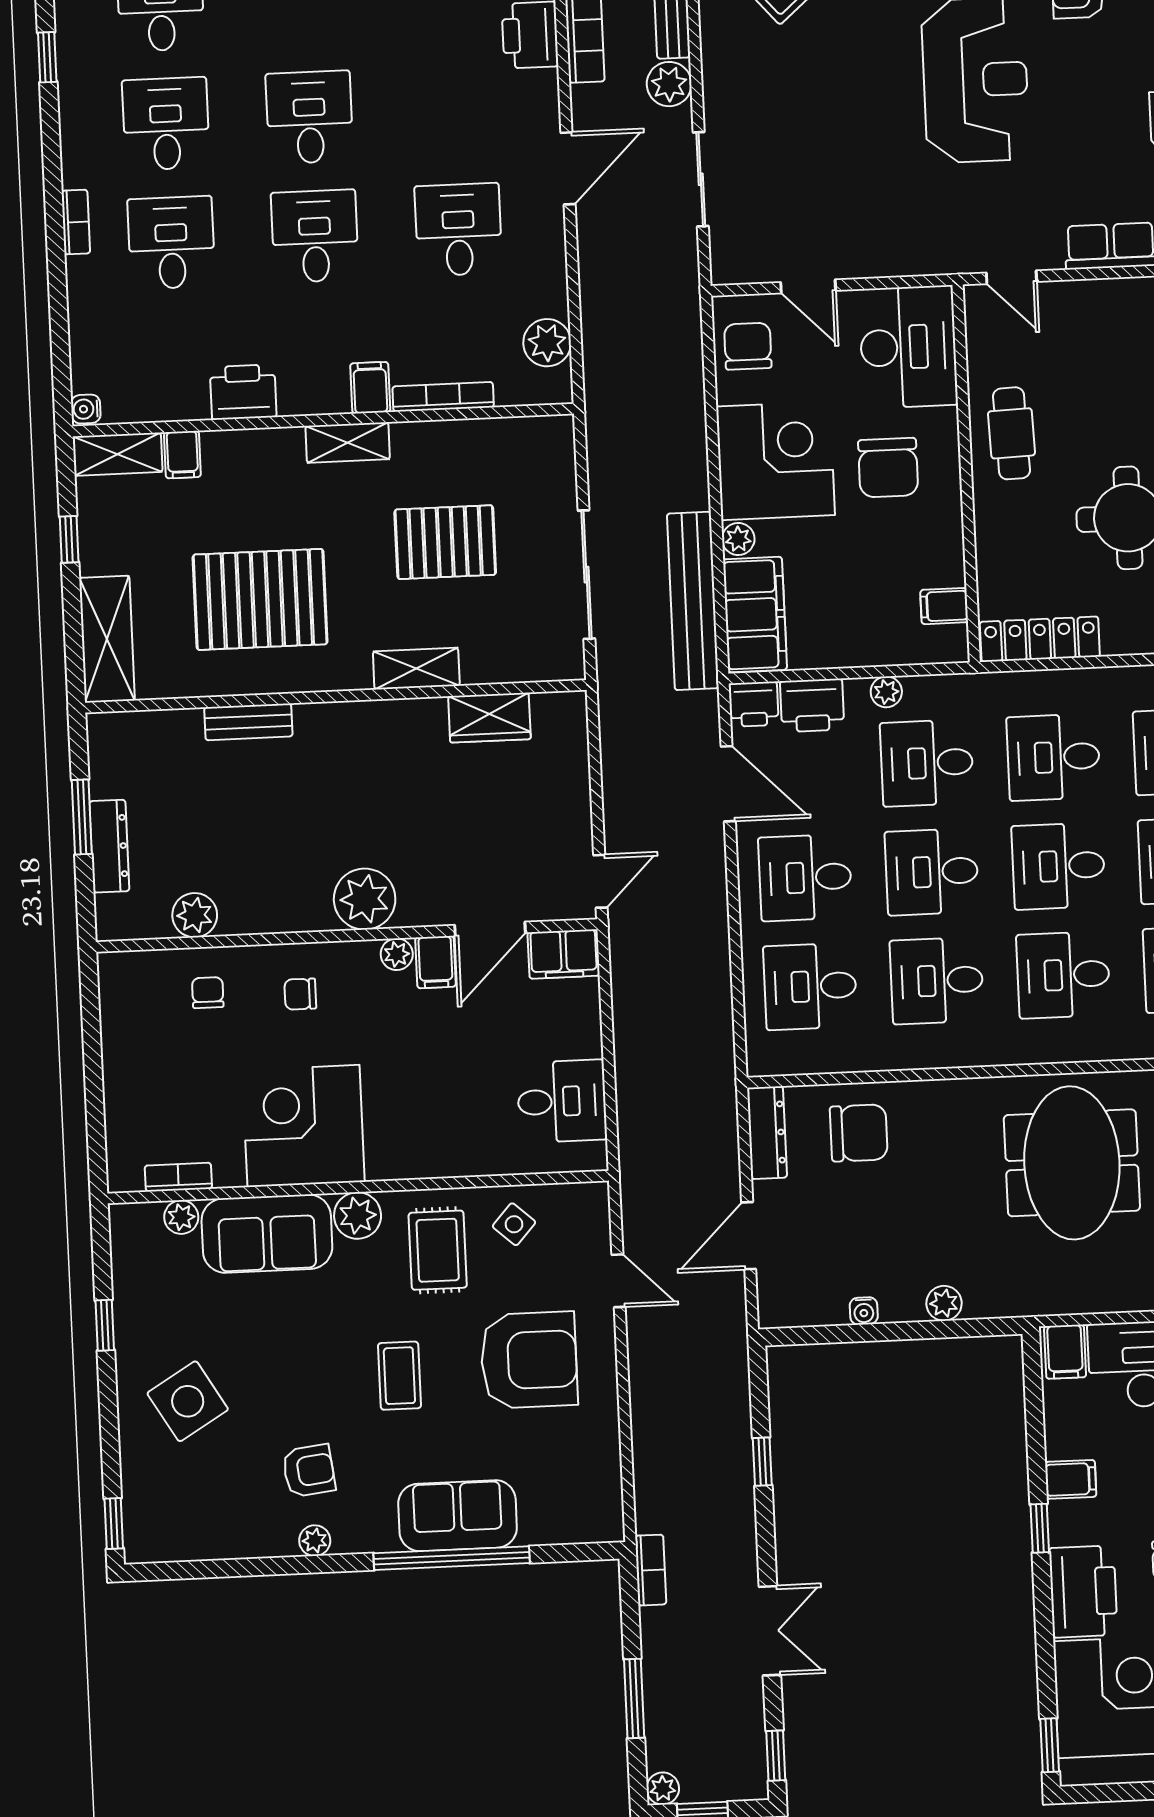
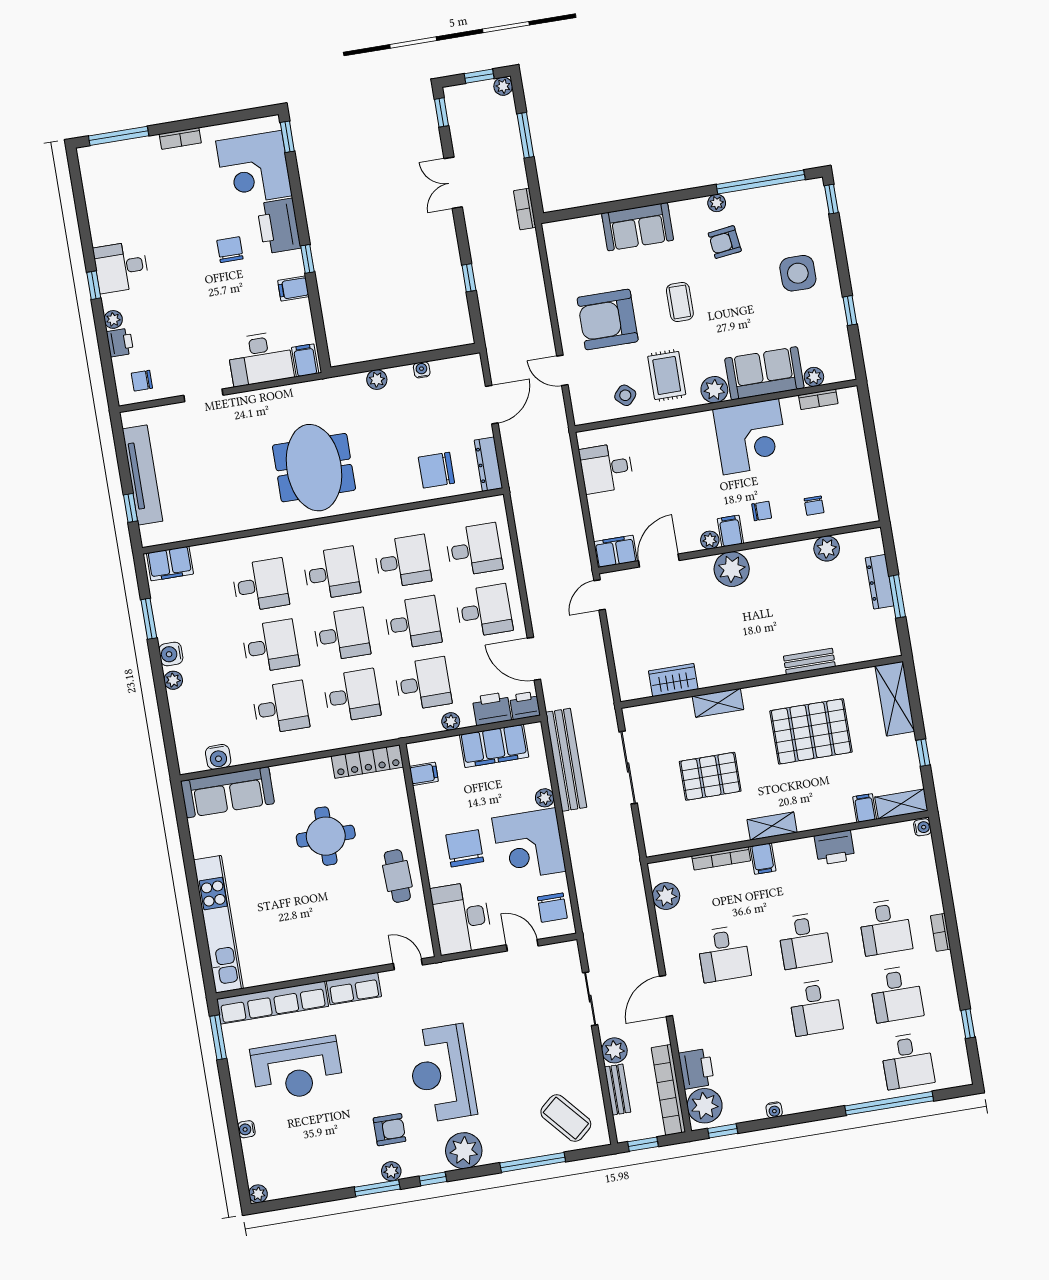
filing cabinet: (755, 615) -> (494, 746), moved, turned -90
filing cabinet: (436, 962) -> (730, 531), moved
side table: (188, 1401) -> (798, 273), turned 31
window: (452, 1558) -> (761, 182), moved

